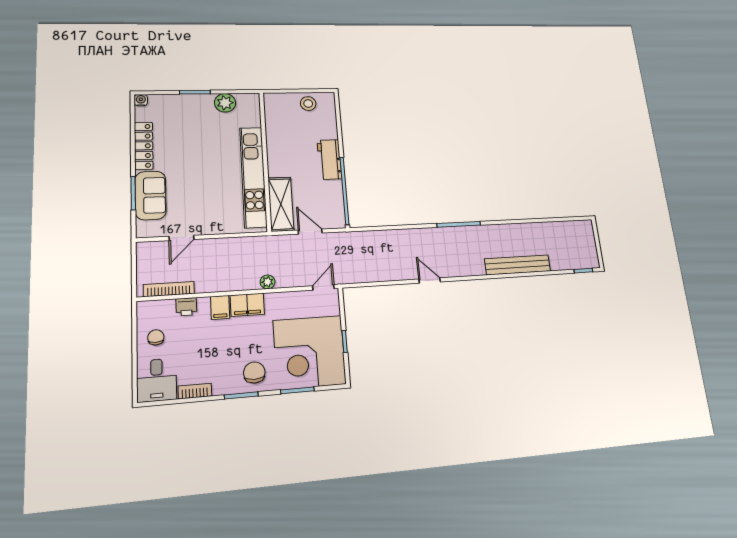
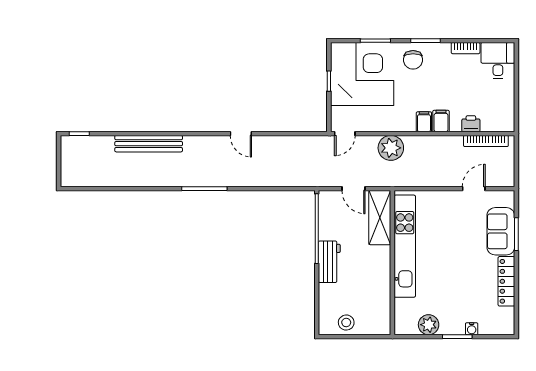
water cooler: (141, 100) -> (472, 329), moved
plant: (268, 282) -> (391, 148), width x1.88, depth x1.88
filing cabinet: (247, 305) -> (424, 122), width x0.50
chair: (156, 337) -> (498, 98), removed

